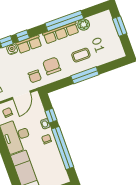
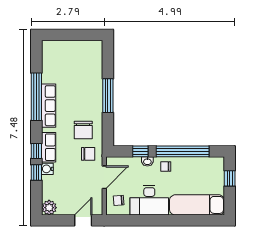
plant: (84, 25) -> (49, 76), removed
window: (120, 26) -> (65, 35), removed
coffee table: (81, 55) -> (83, 92), removed
chair: (52, 66) -> (83, 130), turned -90
door: (21, 95) -> (104, 177), hinge flipped

